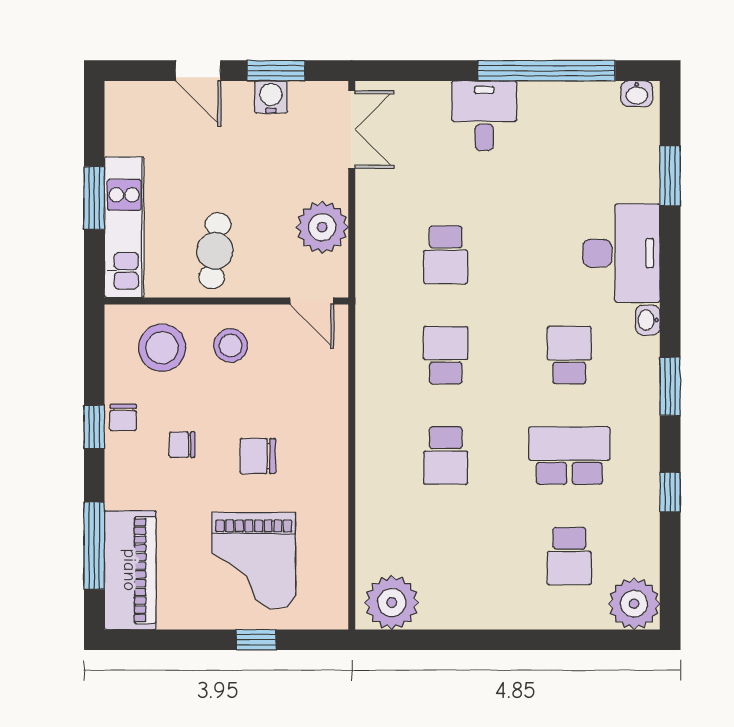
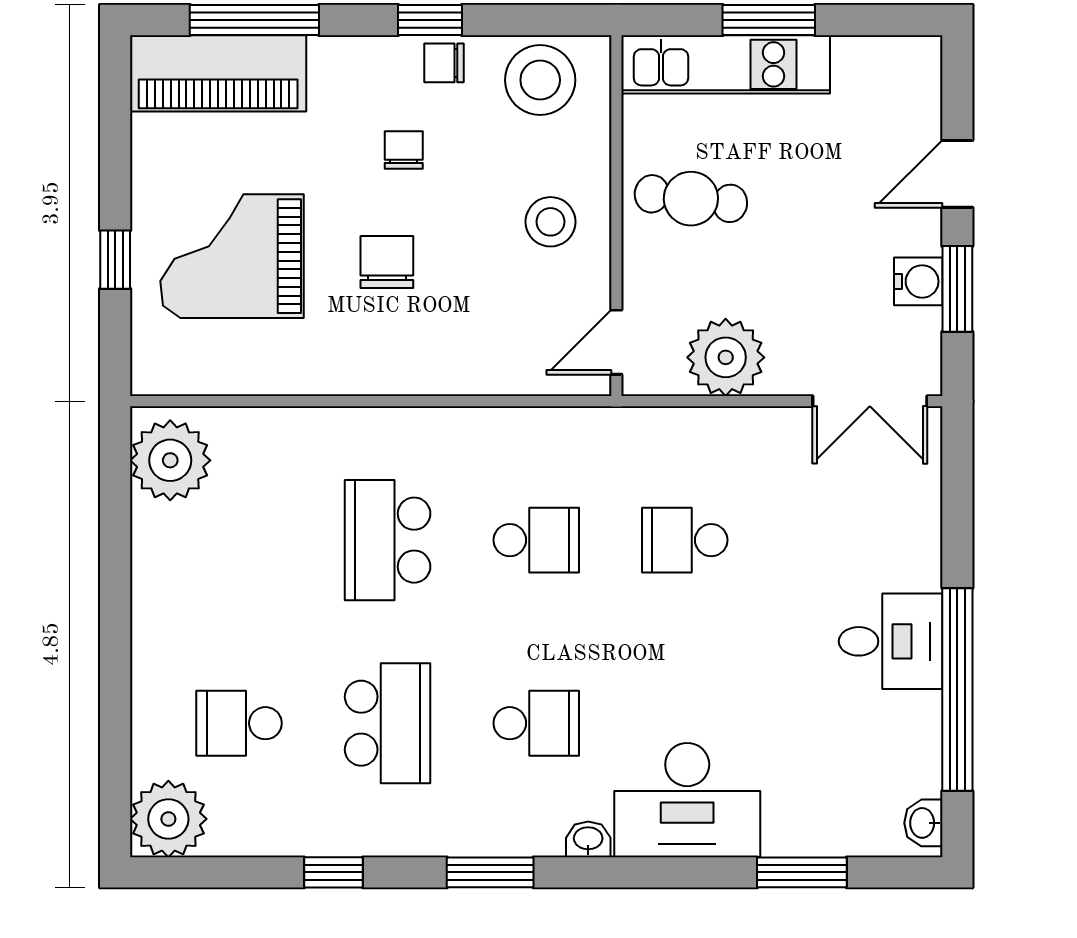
desk: (484, 116) -> (891, 641), moved
stool: (162, 348) -> (540, 80), moved
school desk: (446, 456) -> (388, 540), width x1.85

